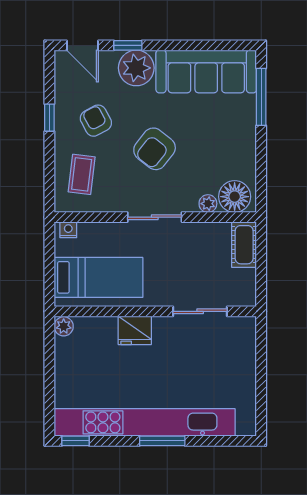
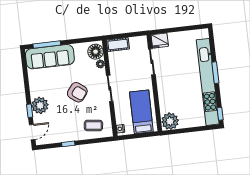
sofa: (206, 71) -> (50, 57), moved, turned 90
armchair: (96, 121) -> (67, 122), removed
plant: (64, 326) -> (170, 121), width x1.88, depth x1.88
fridge: (135, 330) -> (160, 41), moved, turned 90

